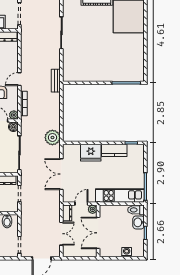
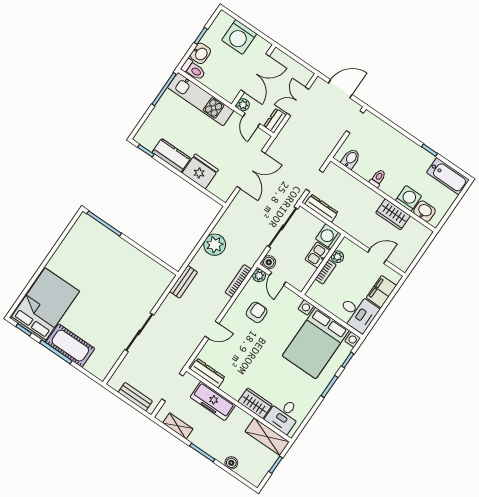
door: (19, 79) -> (212, 330), moved
plant: (52, 137) -> (215, 245), moved
door: (81, 204) -> (251, 120), hinge flipped
washing machine: (127, 252) -> (239, 37), width x1.89, depth x1.89

